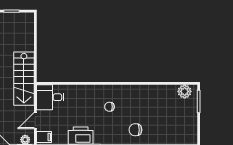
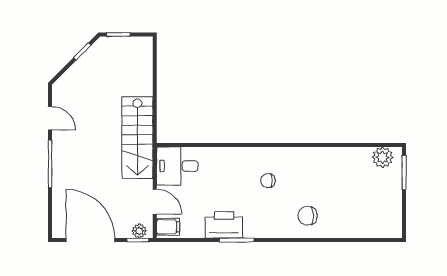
door: (35, 120) -> (155, 202), swing flipped

